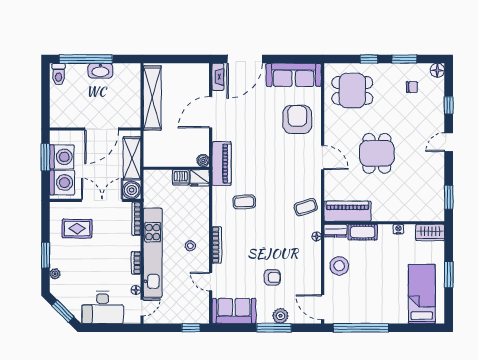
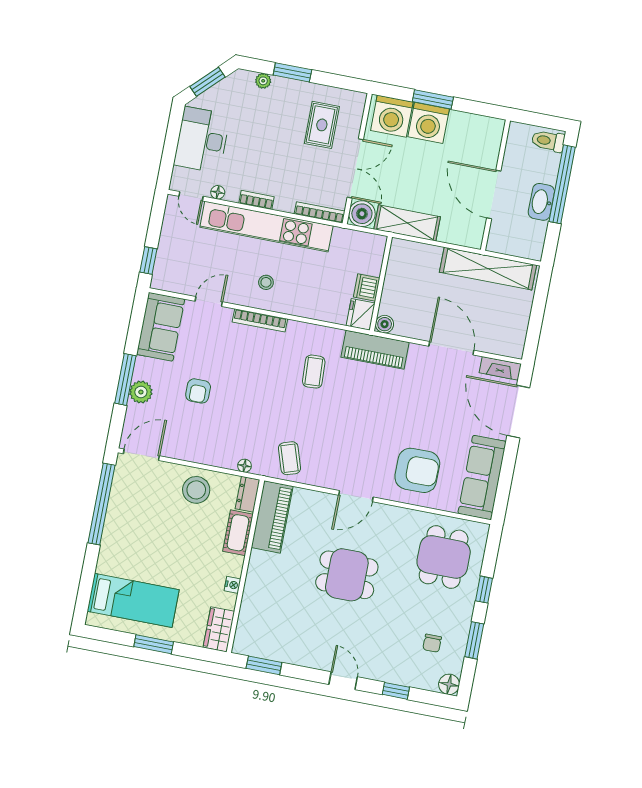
wall: (95, 129) -> (495, 185), moved
door: (102, 129) -> (494, 194), moved

